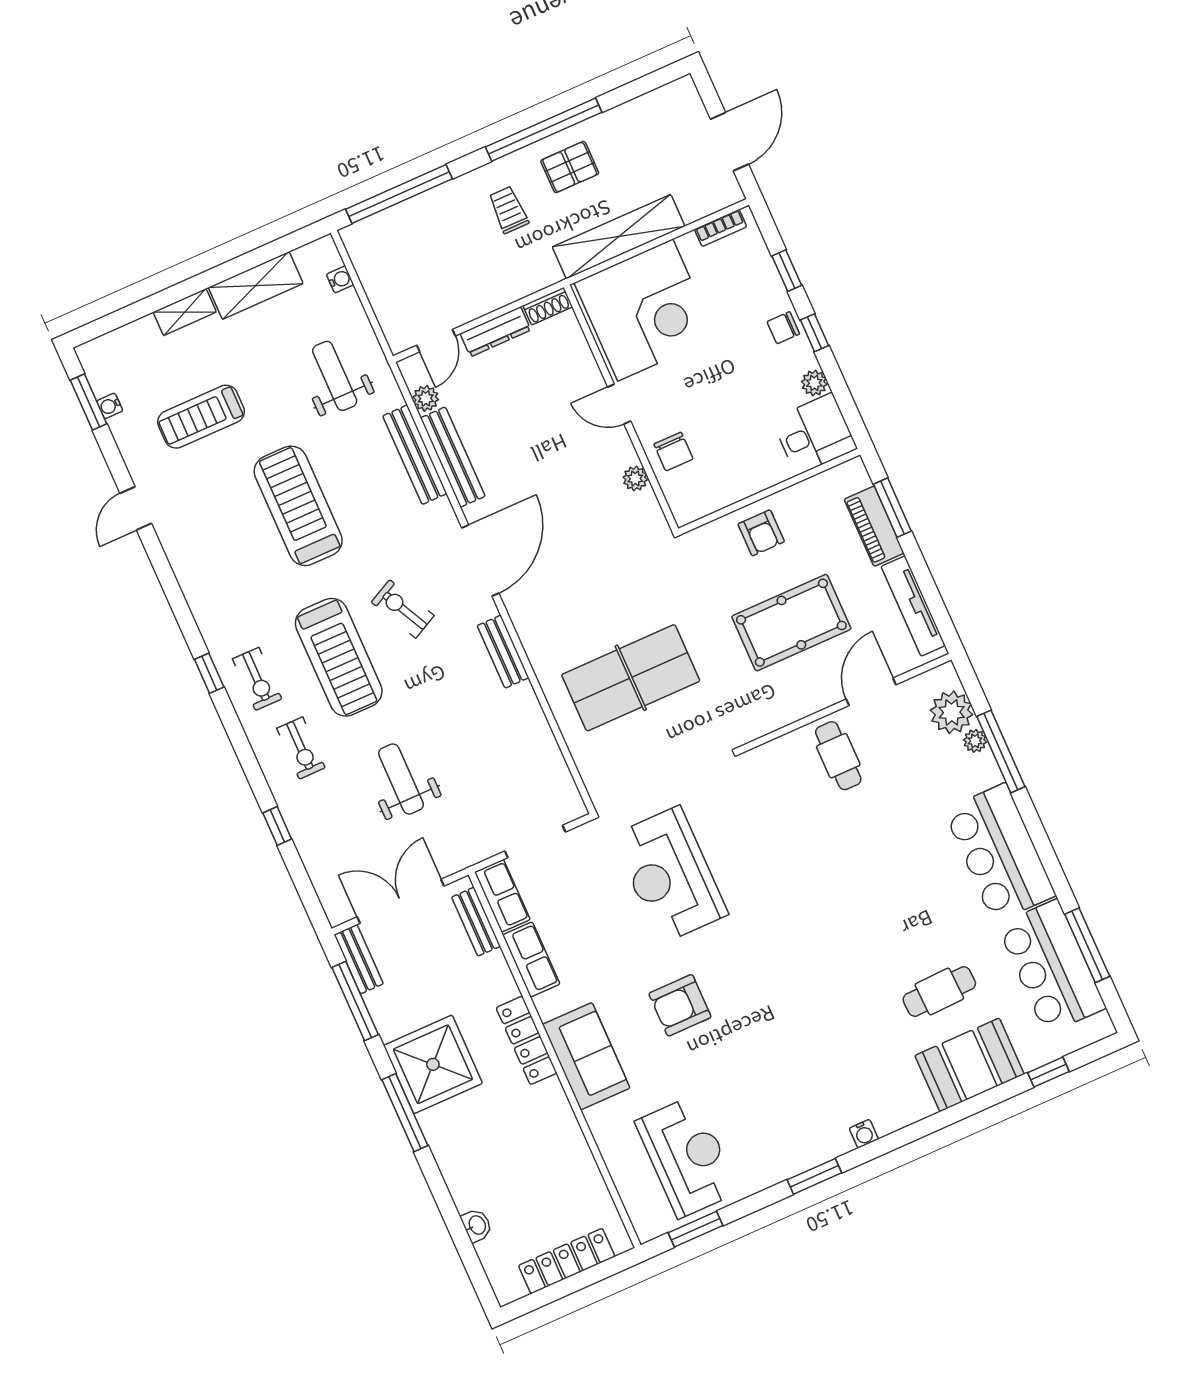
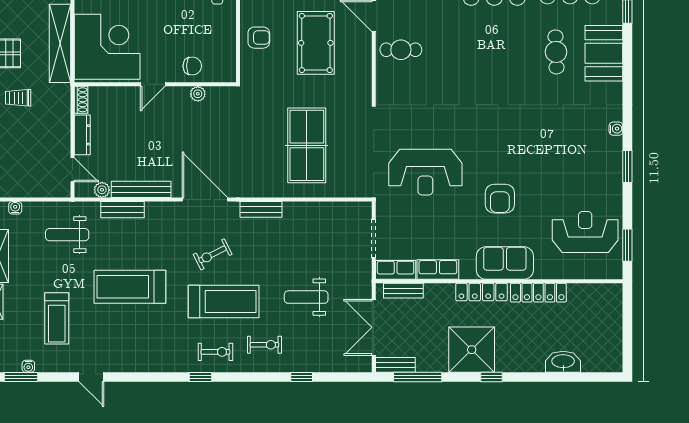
bench: (415, 455) -> (123, 210), width x0.73
window: (405, 1113) -> (491, 377), width x0.46
washbasin: (477, 1225) -> (563, 362), width x1.91, depth x1.45
locker: (567, 1261) -> (538, 293), moved, turned -90

